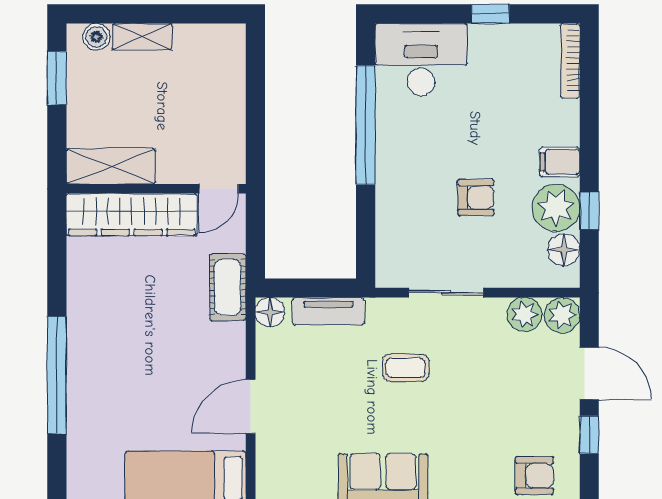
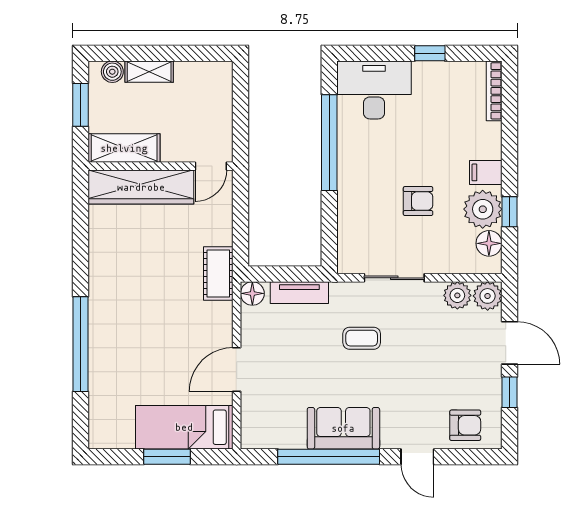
shelving: (111, 166) -> (124, 148), moved
wall: (156, 189) -> (161, 166), moved
door: (219, 189) -> (211, 166), moved
wardrobe: (132, 215) -> (141, 187), moved

